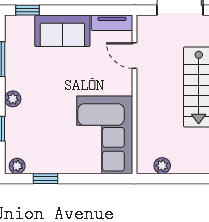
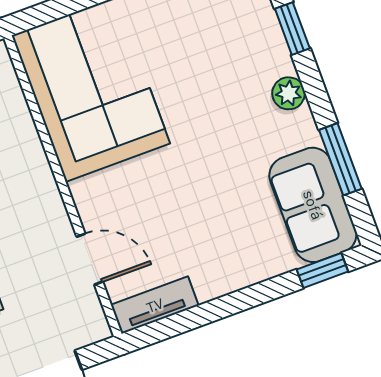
sofa: (62, 31) -> (313, 205), moved, turned -90

